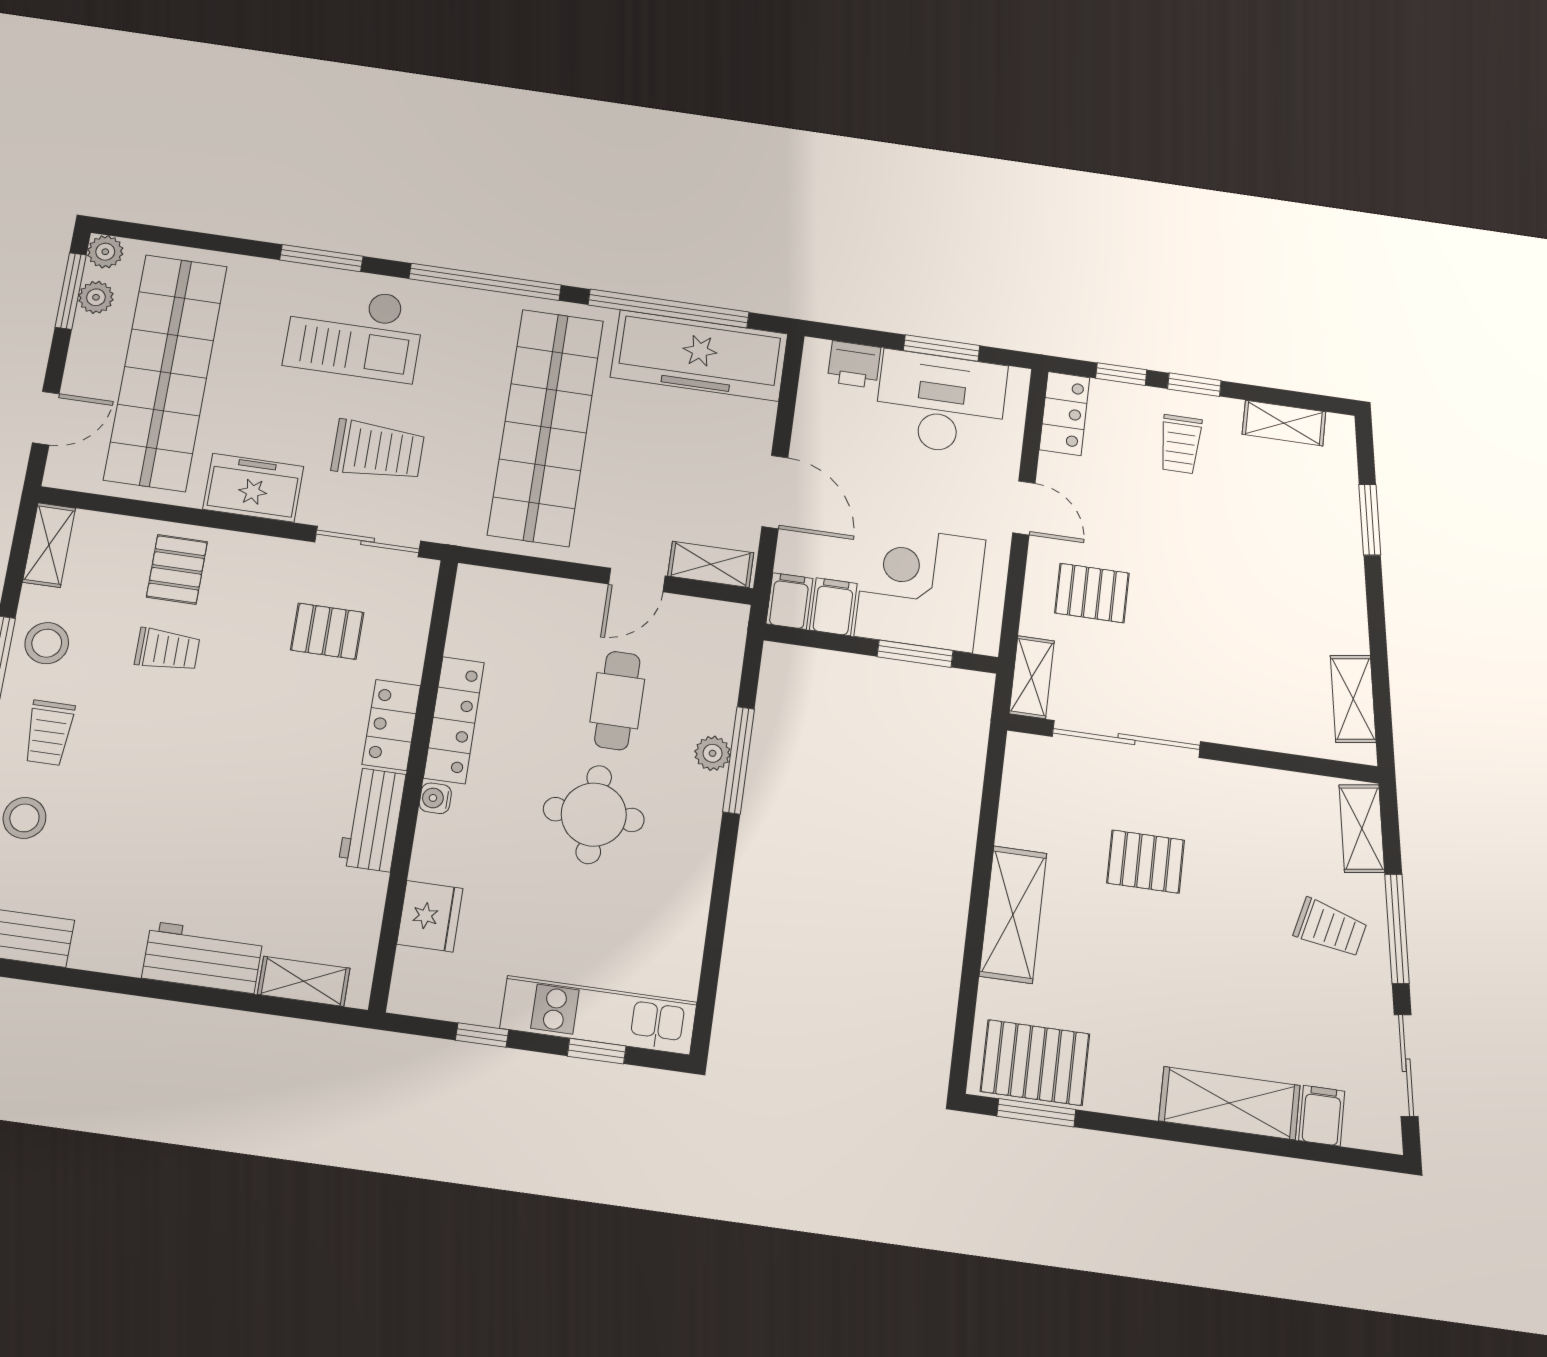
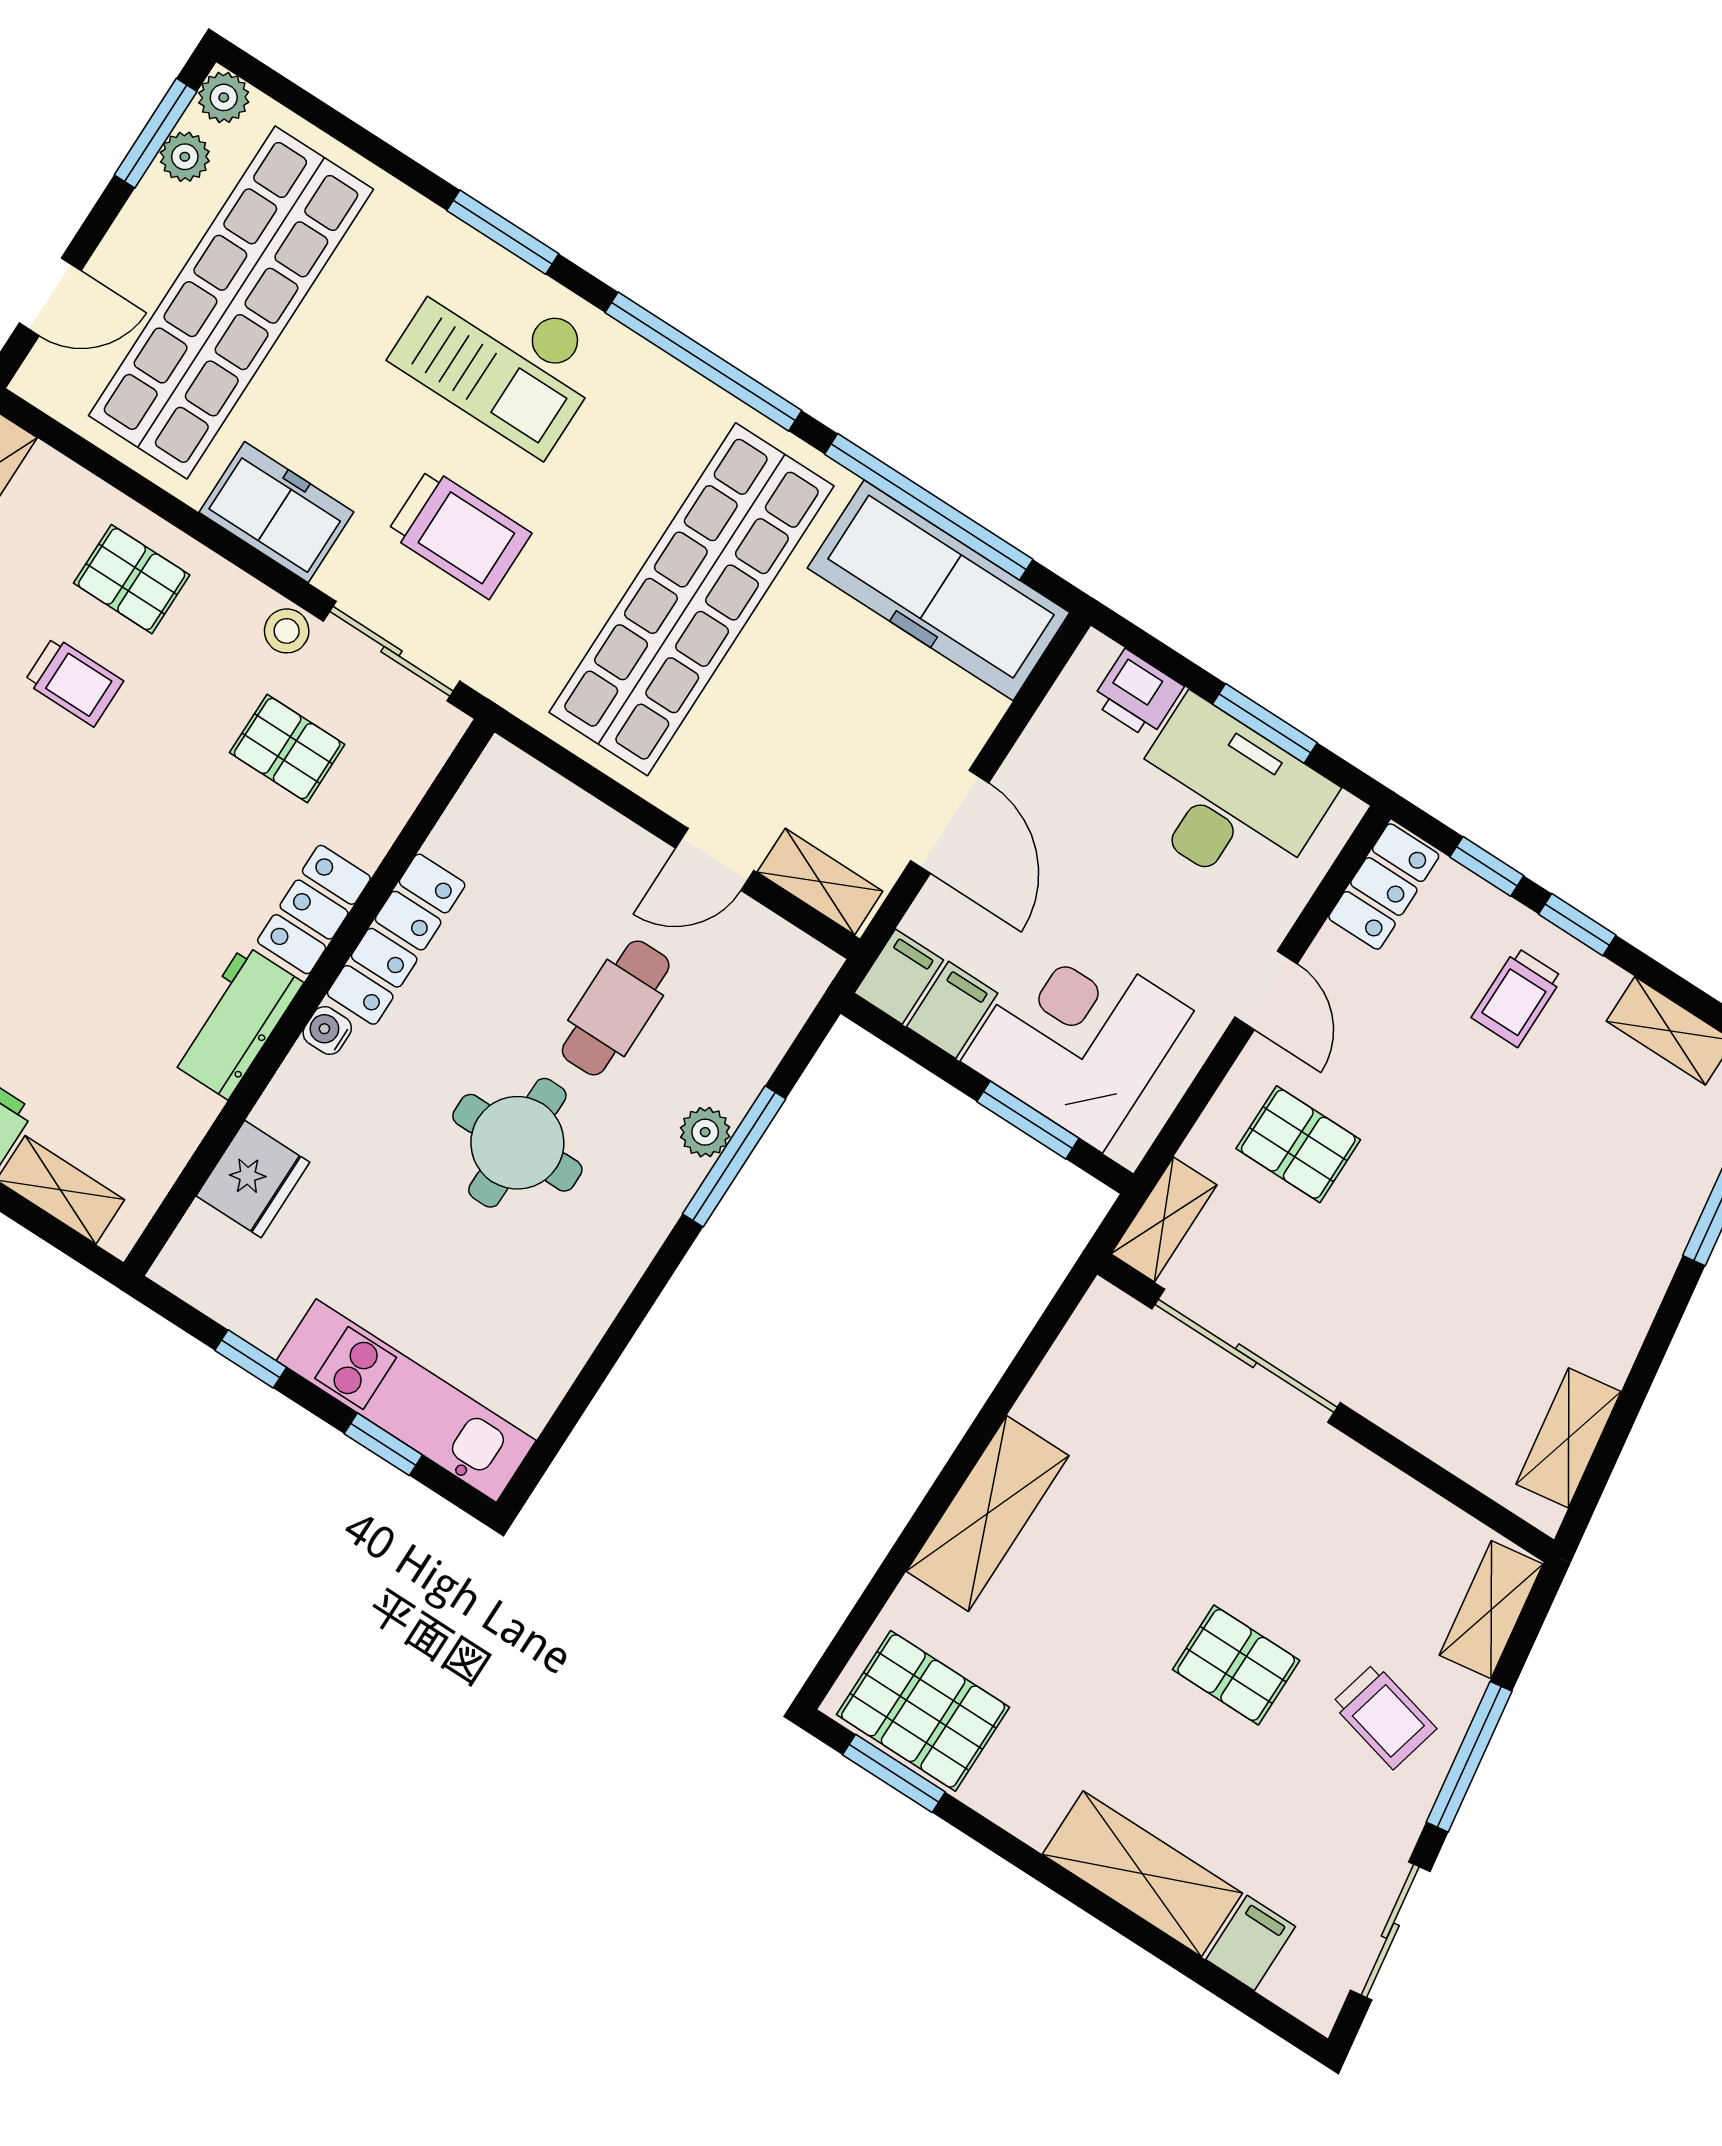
stool: (293, 558) -> (287, 631), added
pallet: (177, 569) -> (132, 579), turned 90
pallet: (1146, 862) -> (1236, 1665), moved

